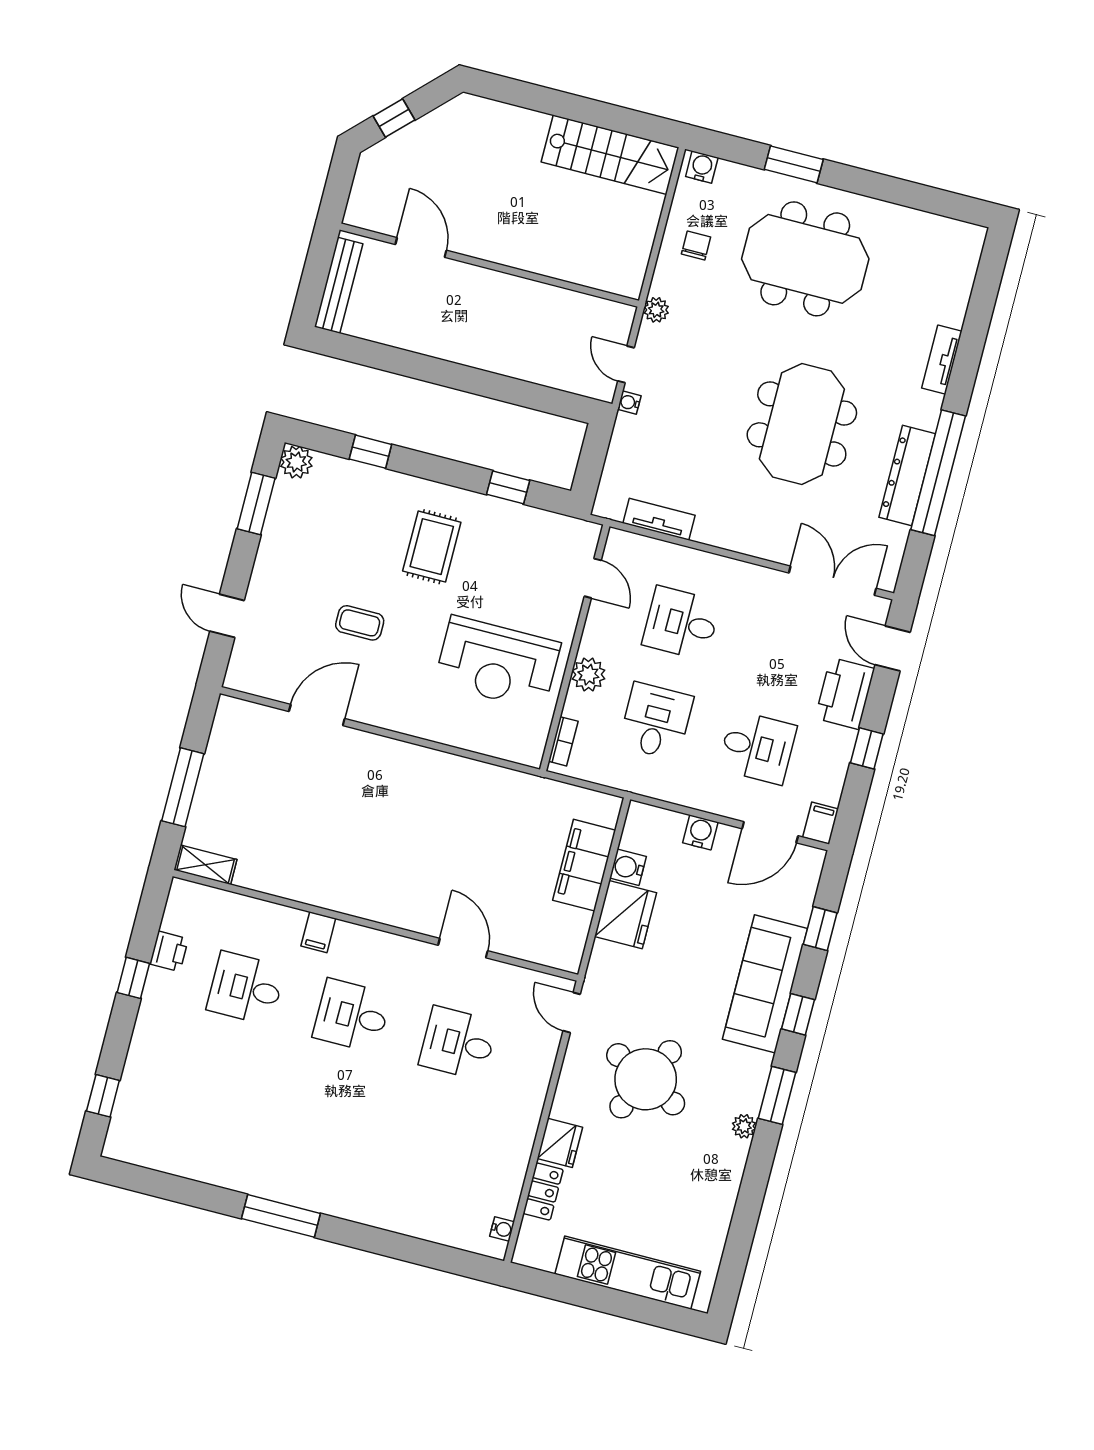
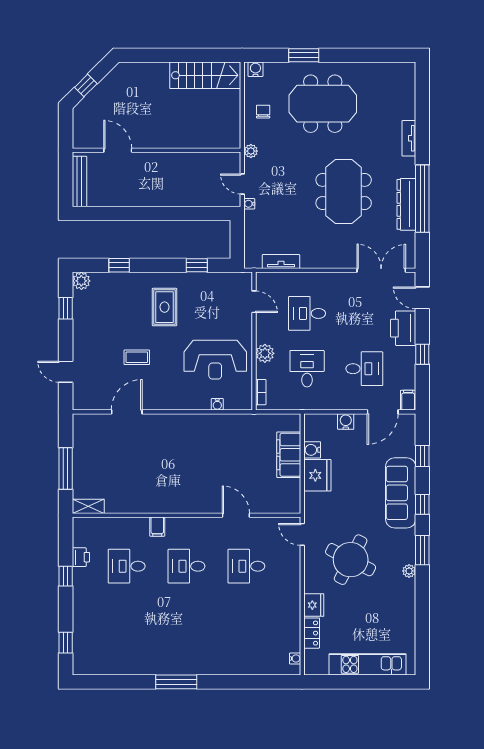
window: (256, 503) -> (66, 308), width x0.67
water cooler: (481, 743) -> (217, 404), added

